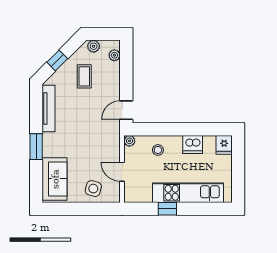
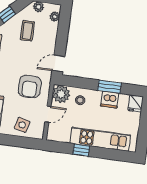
window: (190, 129) -> (109, 87), added
plant: (129, 141) -> (61, 94), width x1.87, depth x1.87
armchair: (96, 142) -> (30, 87), added
door: (122, 172) -> (48, 114), swing flipped

